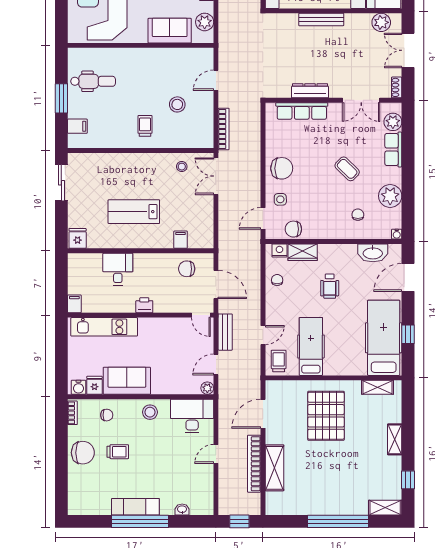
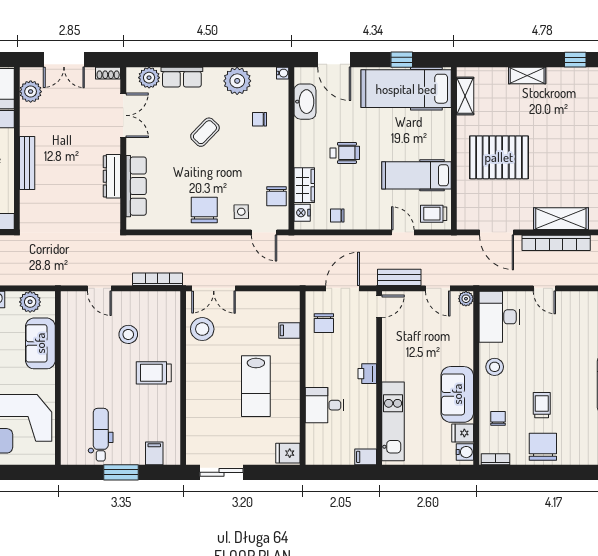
trolley: (145, 126) -> (154, 373), width x1.36, depth x1.39
stool: (182, 167) -> (202, 329), width x1.89, depth x1.89

